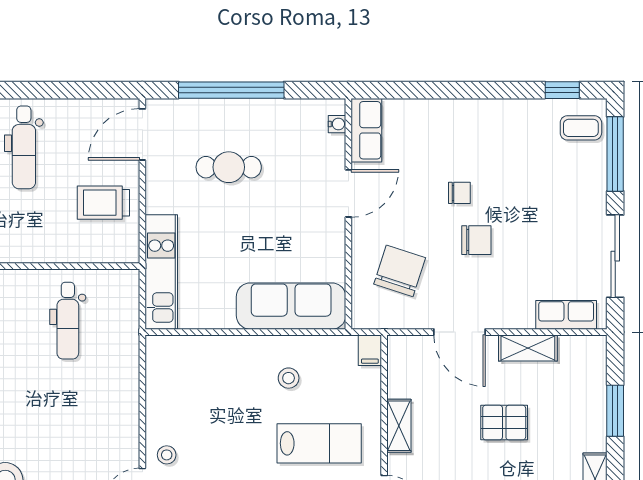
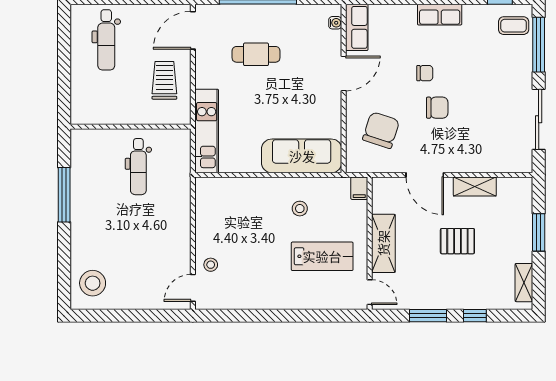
trolley: (103, 203) -> (164, 80), turned 90
row of seats: (566, 315) -> (440, 15), moved, turned 180
shelving: (399, 426) -> (383, 243), width x1.50, depth x1.33

